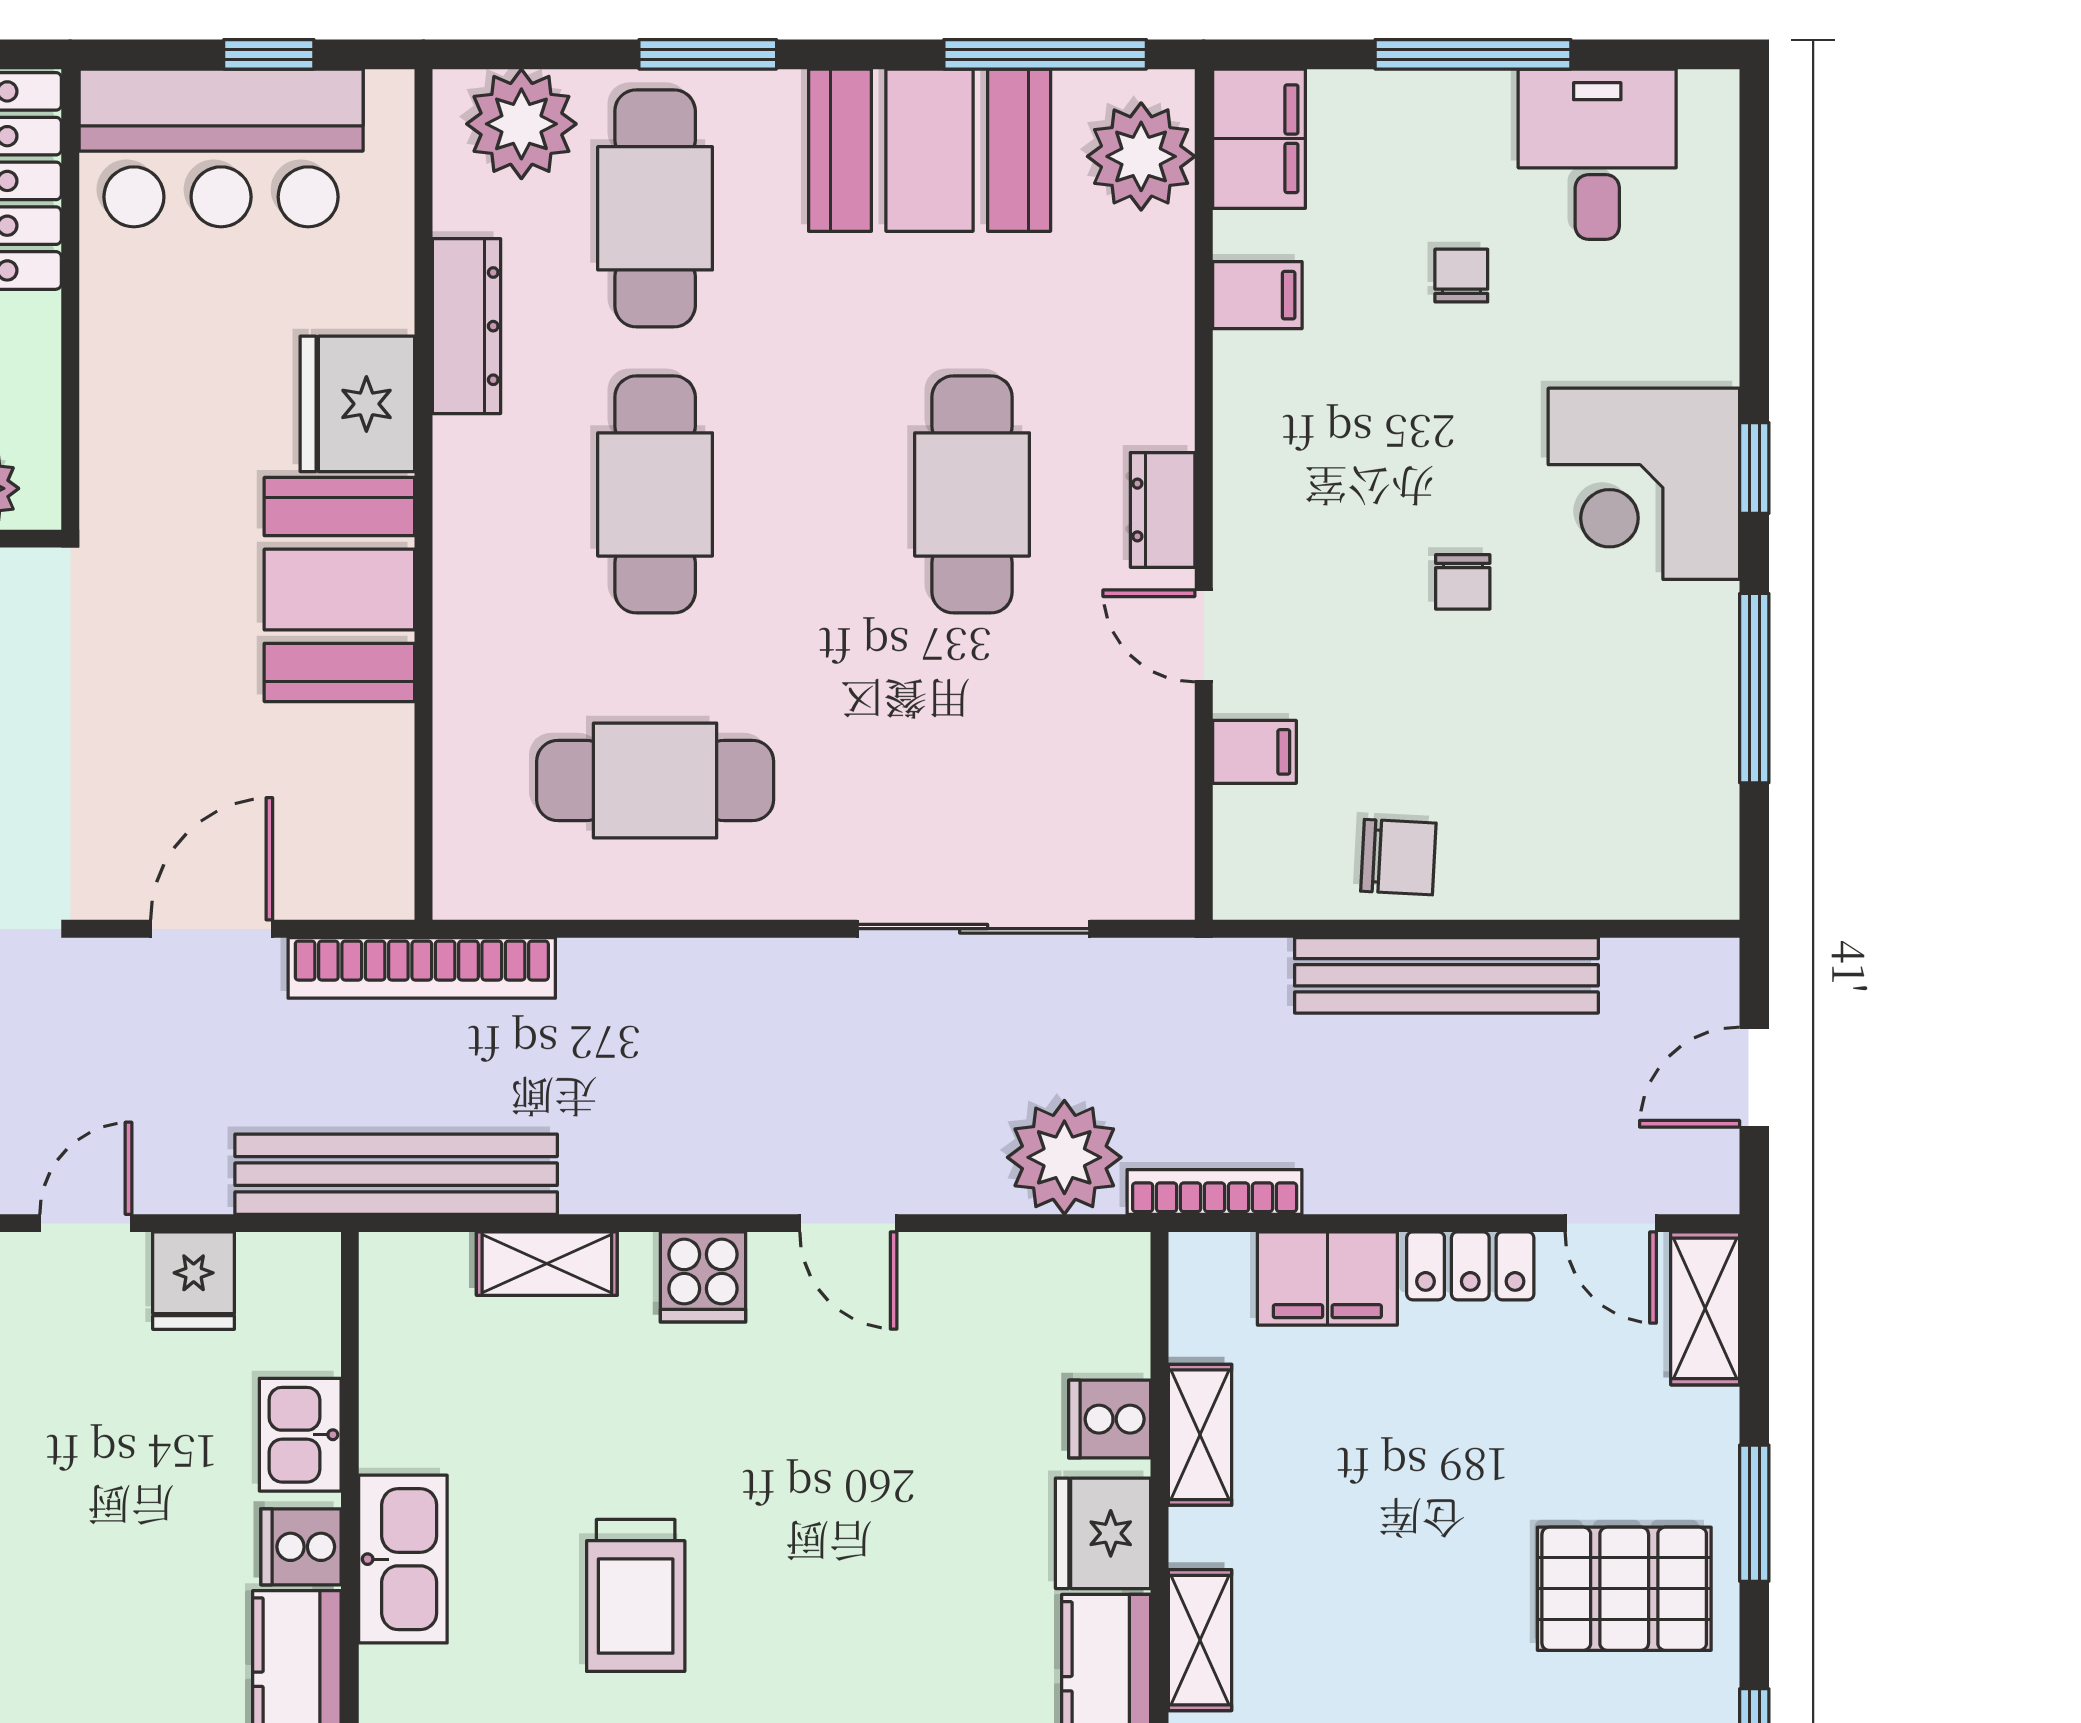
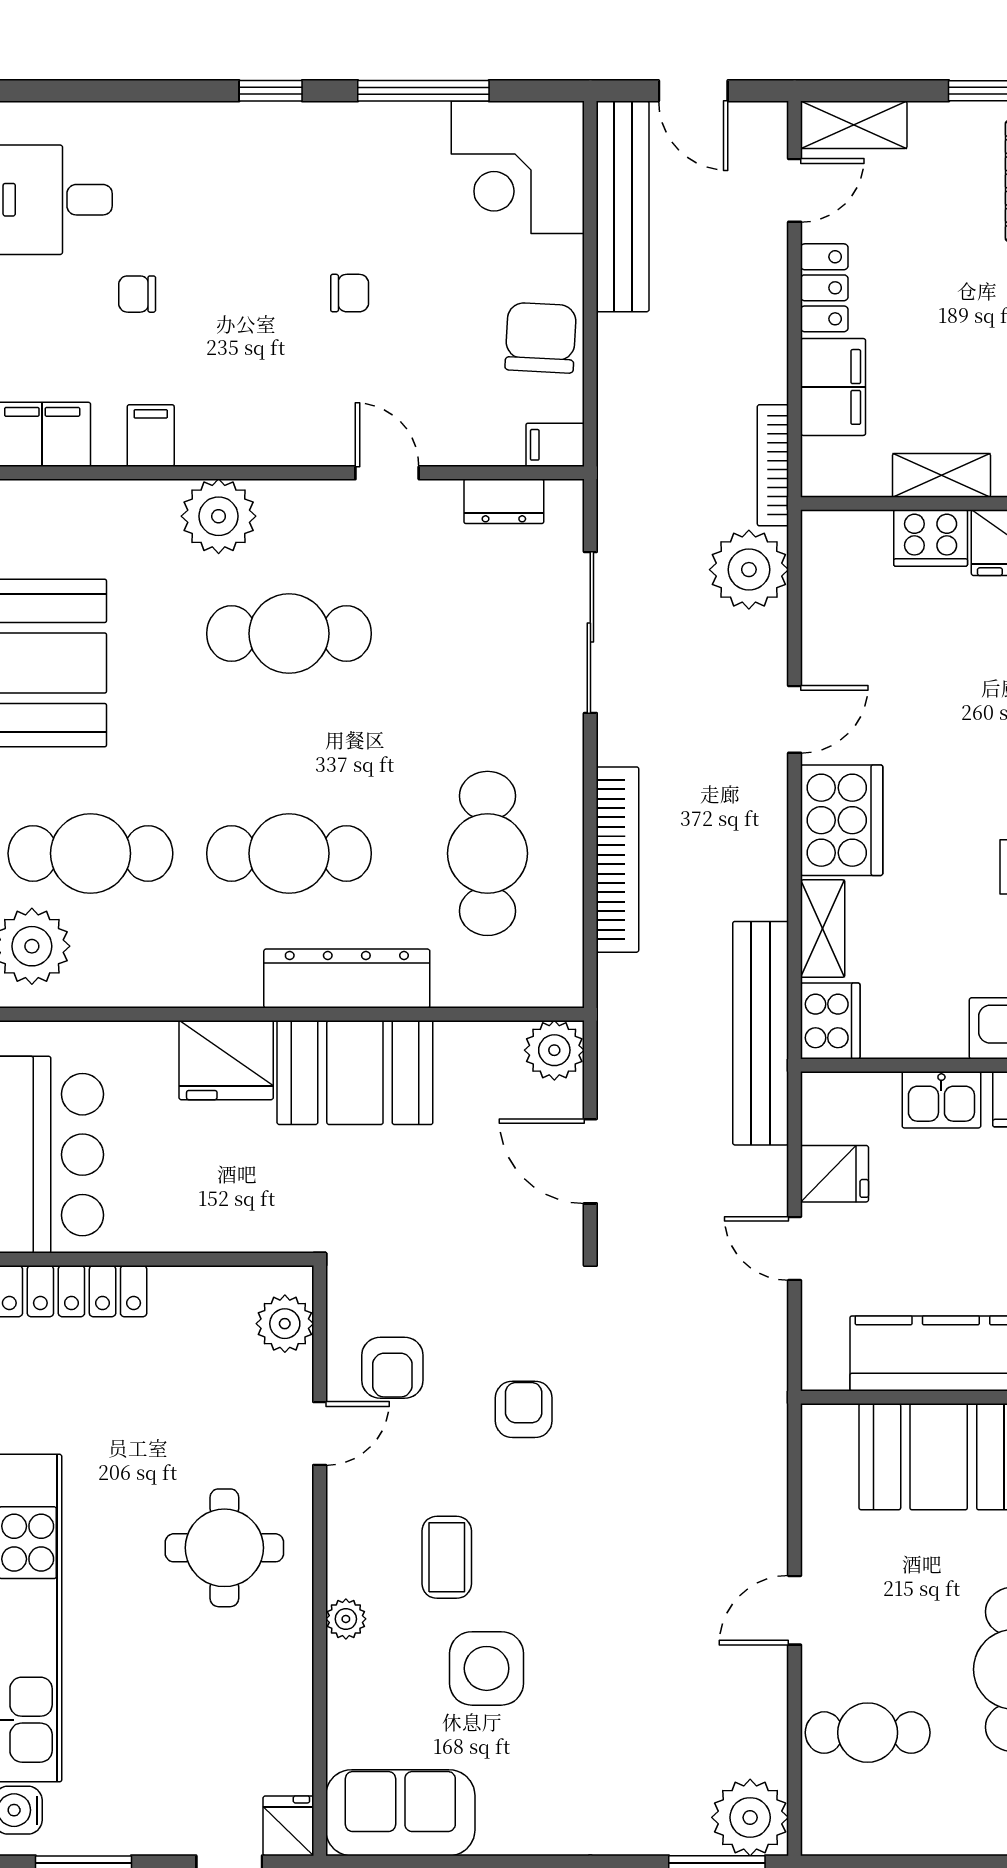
plant: (1141, 156) -> (219, 516), moved
dresser: (467, 326) -> (347, 978), moved, width x1.37, depth x1.24
corner desk: (1644, 484) -> (518, 167), moved, turned 90
dresser: (1163, 510) -> (504, 501), moved
door: (1204, 636) -> (387, 473), swing flipped
filing cabinet: (1254, 752) -> (555, 445), moved, turned -90
chair: (1398, 857) -> (541, 338), width x1.37, depth x1.37
plant: (372, 877) -> (554, 1050), added
bookcase: (422, 968) -> (618, 860), moved
bench: (1446, 975) -> (623, 206), moved
cooker: (414, 1274) -> (830, 1021), added
cooker: (703, 1277) -> (842, 820), width x1.87, depth x1.31
cooker: (1110, 1419) -> (931, 538), width x1.36

